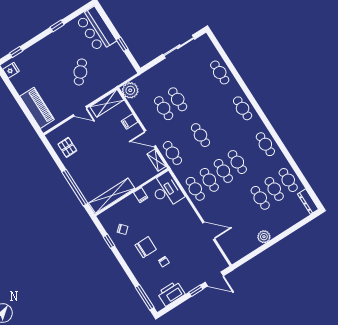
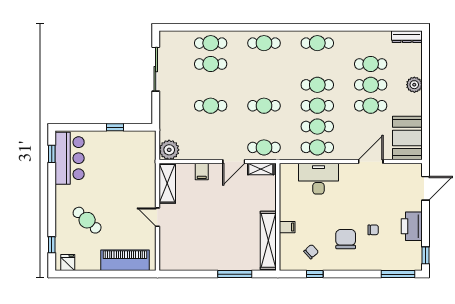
window: (57, 26) -> (52, 154), moved
bar counter: (96, 30) -> (70, 158), moved, turned -90
cafe table: (80, 72) -> (87, 220), moved
cafe table: (164, 108) -> (211, 64), moved
door: (80, 111) -> (157, 217), swing flipped
pallet: (67, 147) -> (187, 255), removed
cafe table: (288, 180) -> (371, 106), moved
window: (75, 188) -> (235, 274), width x0.68
desk: (167, 190) -> (318, 179), moved
filing cabinet: (141, 195) -> (287, 227), moved
plant: (264, 237) -> (414, 85), moved
booth: (240, 245) -> (407, 138), added
window: (196, 291) -> (426, 255), moved
printer: (171, 293) -> (412, 226), moved

